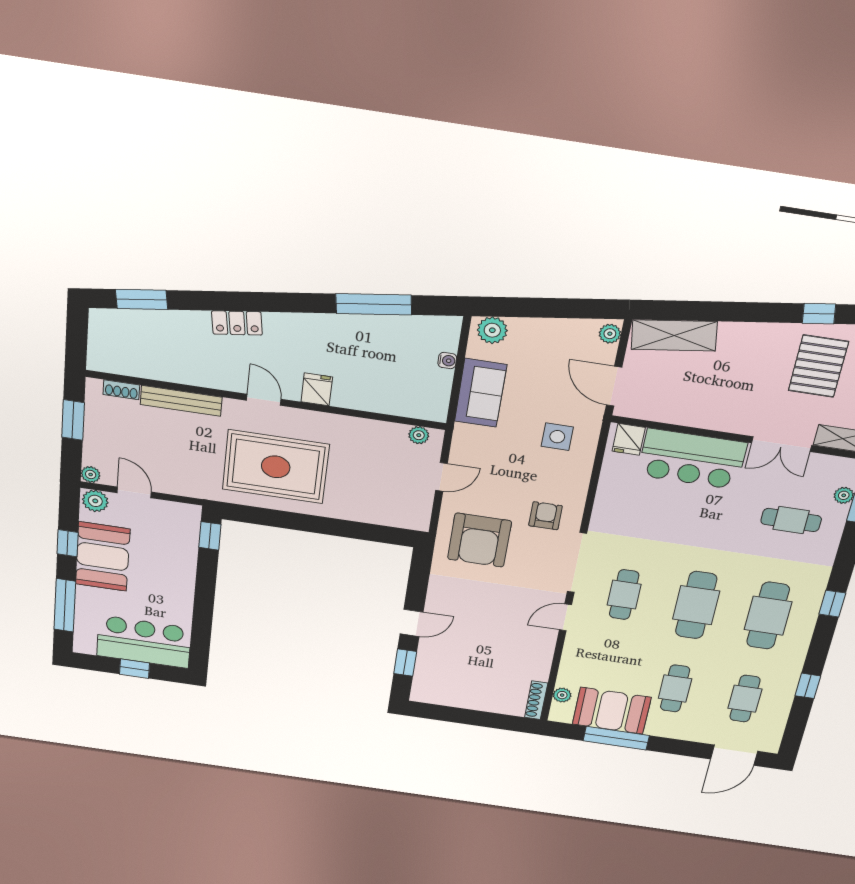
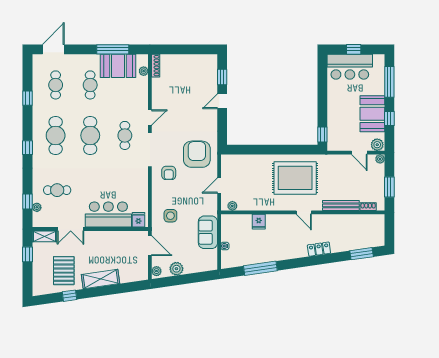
plant: (492, 330) -> (176, 269), moved
shelving: (674, 335) -> (100, 279), moved
fridge: (317, 389) -> (259, 222), moved
double door: (782, 444) -> (71, 229), swing flipped

